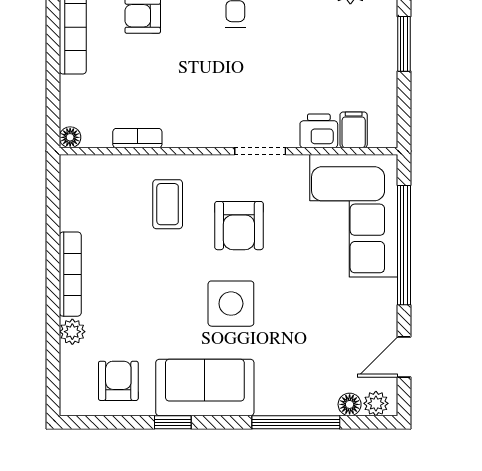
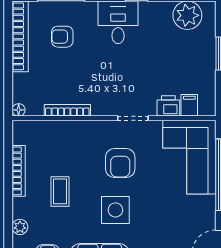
bookcase: (137, 138) -> (67, 110), width x1.56
coffee table: (168, 204) -> (60, 191), moved
bookcase: (70, 274) -> (19, 171), moved

